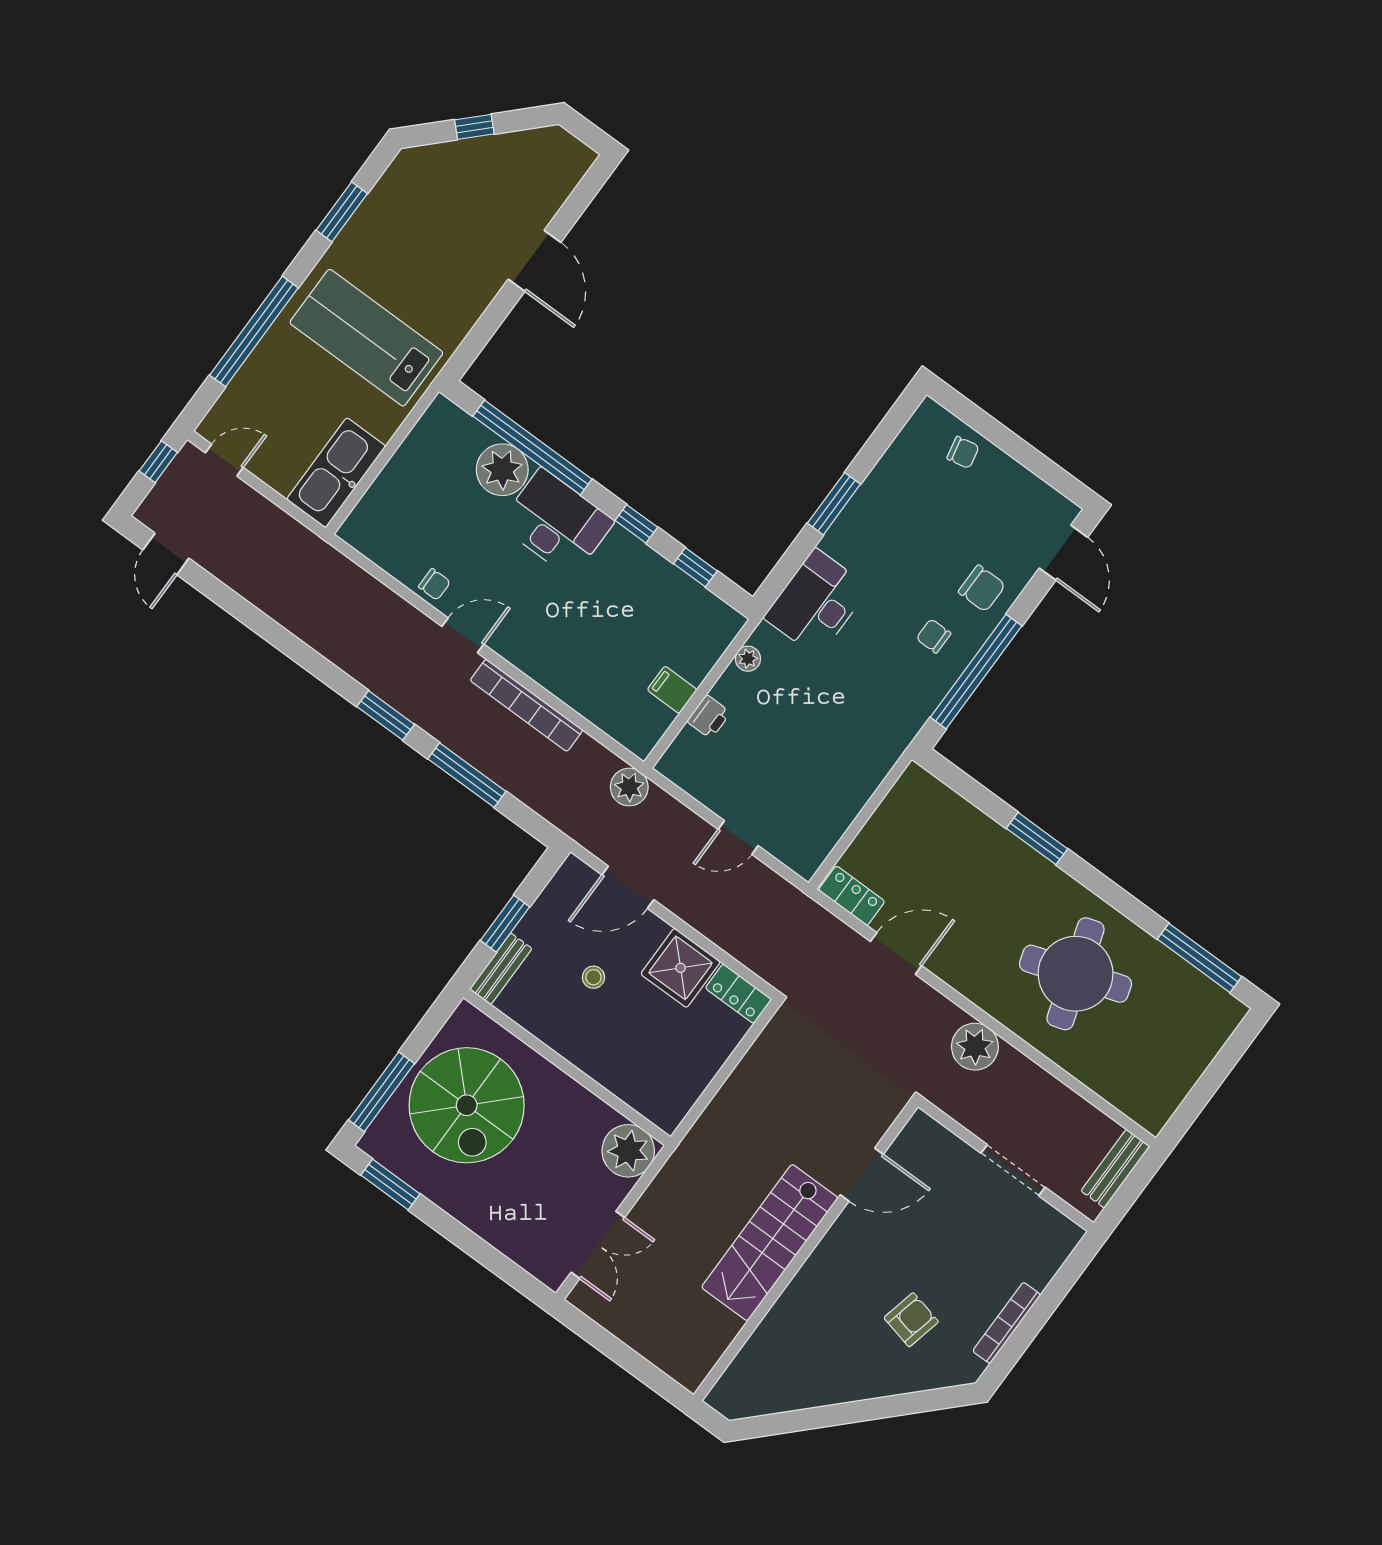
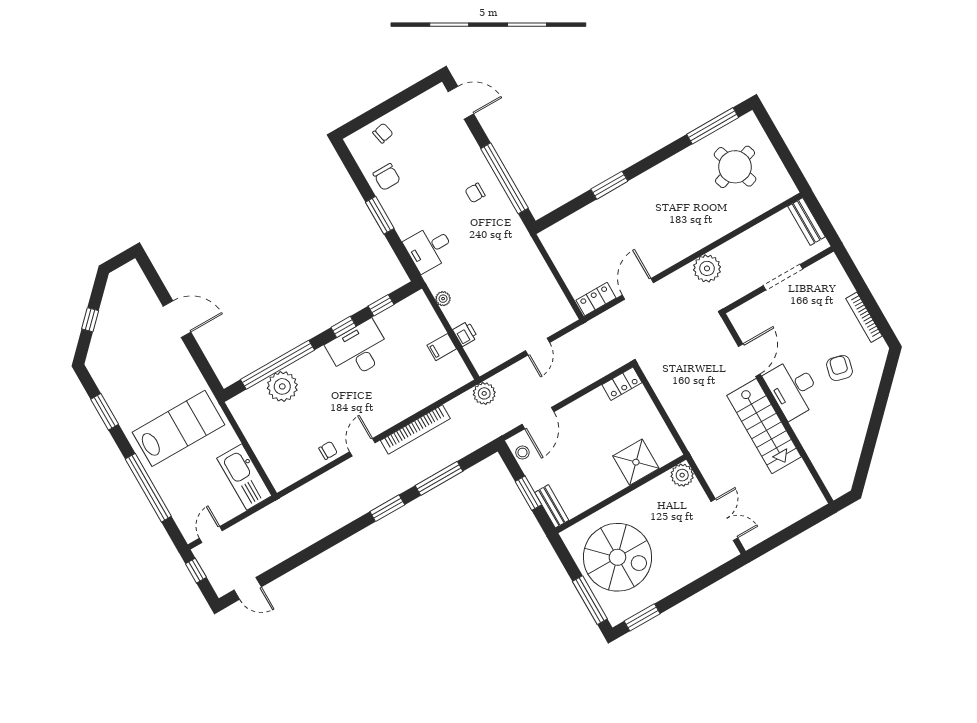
lab bench: (366, 338) -> (178, 428), turned 180
desk: (556, 523) -> (359, 350), moved
chair: (982, 588) -> (387, 177), moved, turned 90
desk: (817, 603) -> (429, 248), width x0.73
shower: (681, 968) -> (636, 462), moved
round table: (1076, 974) -> (735, 167), moved, width x0.73, depth x0.73
stool: (593, 977) -> (522, 453), moved
plant: (628, 1151) -> (682, 475), width x0.73, depth x0.73
desk: (848, 1262) -> (793, 388), added

